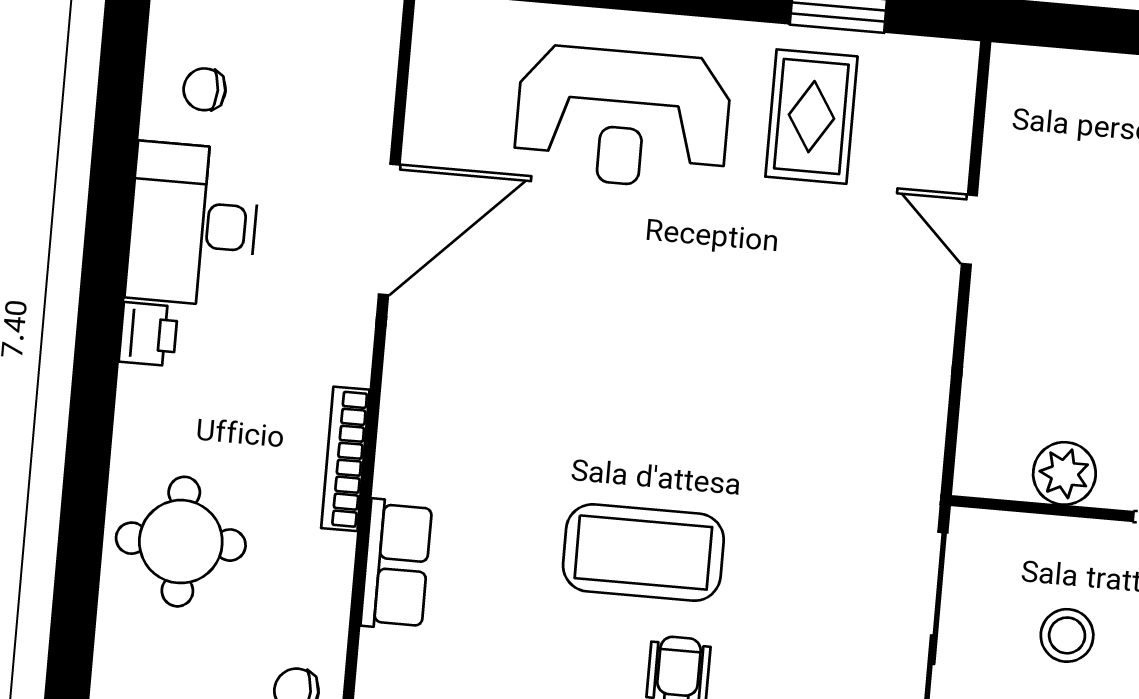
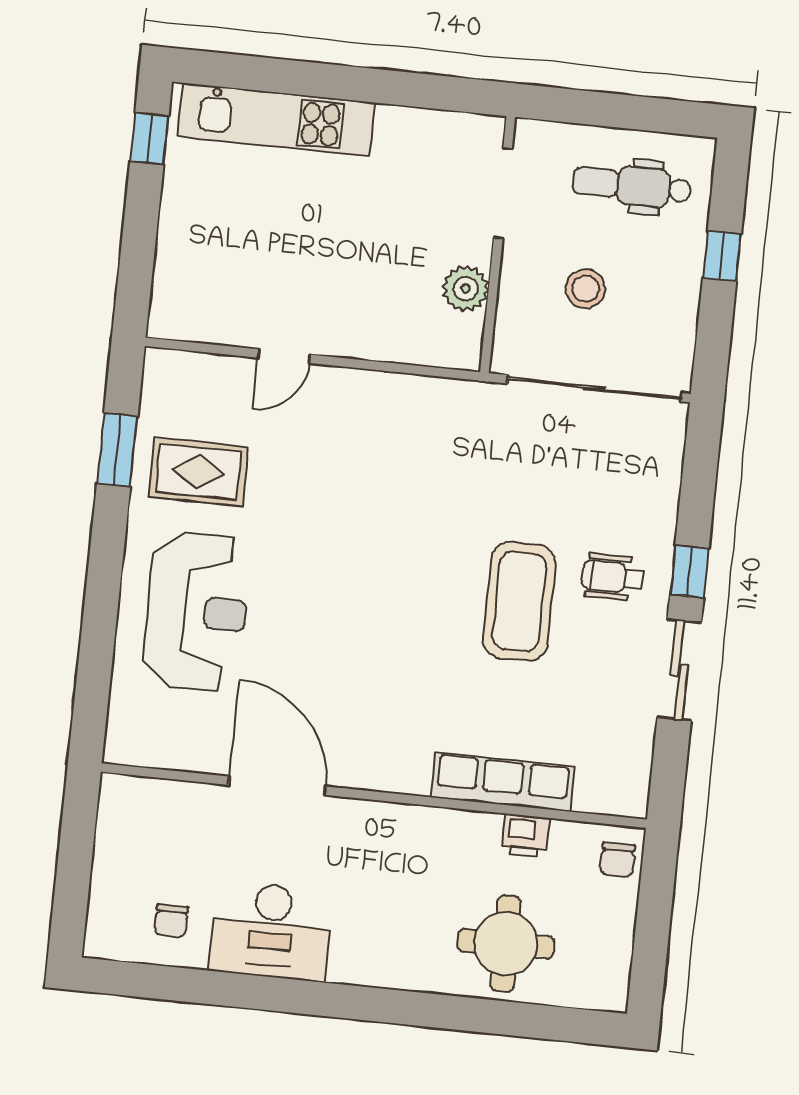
printer: (148, 334) -> (525, 836), moved, turned 180
bookcase: (345, 459) -> (446, 821), removed
row of seats: (396, 565) -> (503, 782), width x1.48

